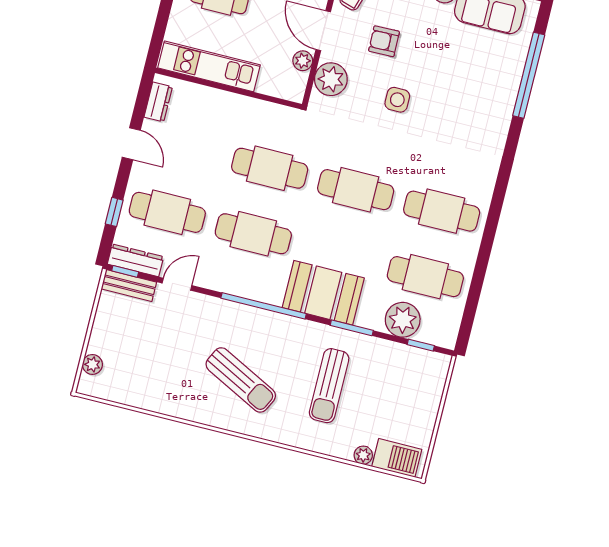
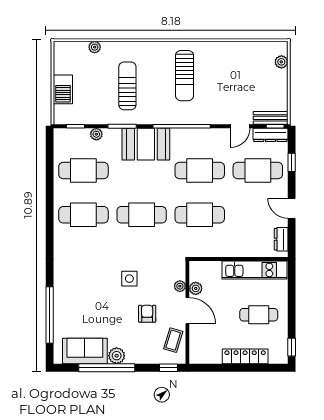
armchair: (384, 41) -> (147, 314), turned -89
plant: (331, 79) -> (180, 286), width x0.53, depth x0.53
plant: (403, 320) -> (96, 134), width x0.53, depth x0.53
sun lounger: (241, 380) -> (184, 76), turned -117
barbecue: (397, 458) -> (63, 89), moved, turned -90

